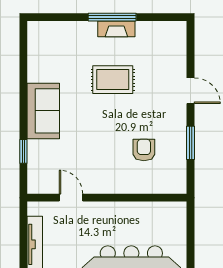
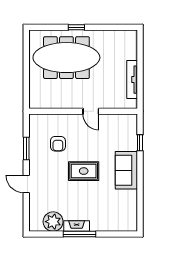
plant: (151, 35) -> (53, 222), added
rug: (113, 80) -> (84, 171), moved
door: (71, 198) -> (91, 111), moved

